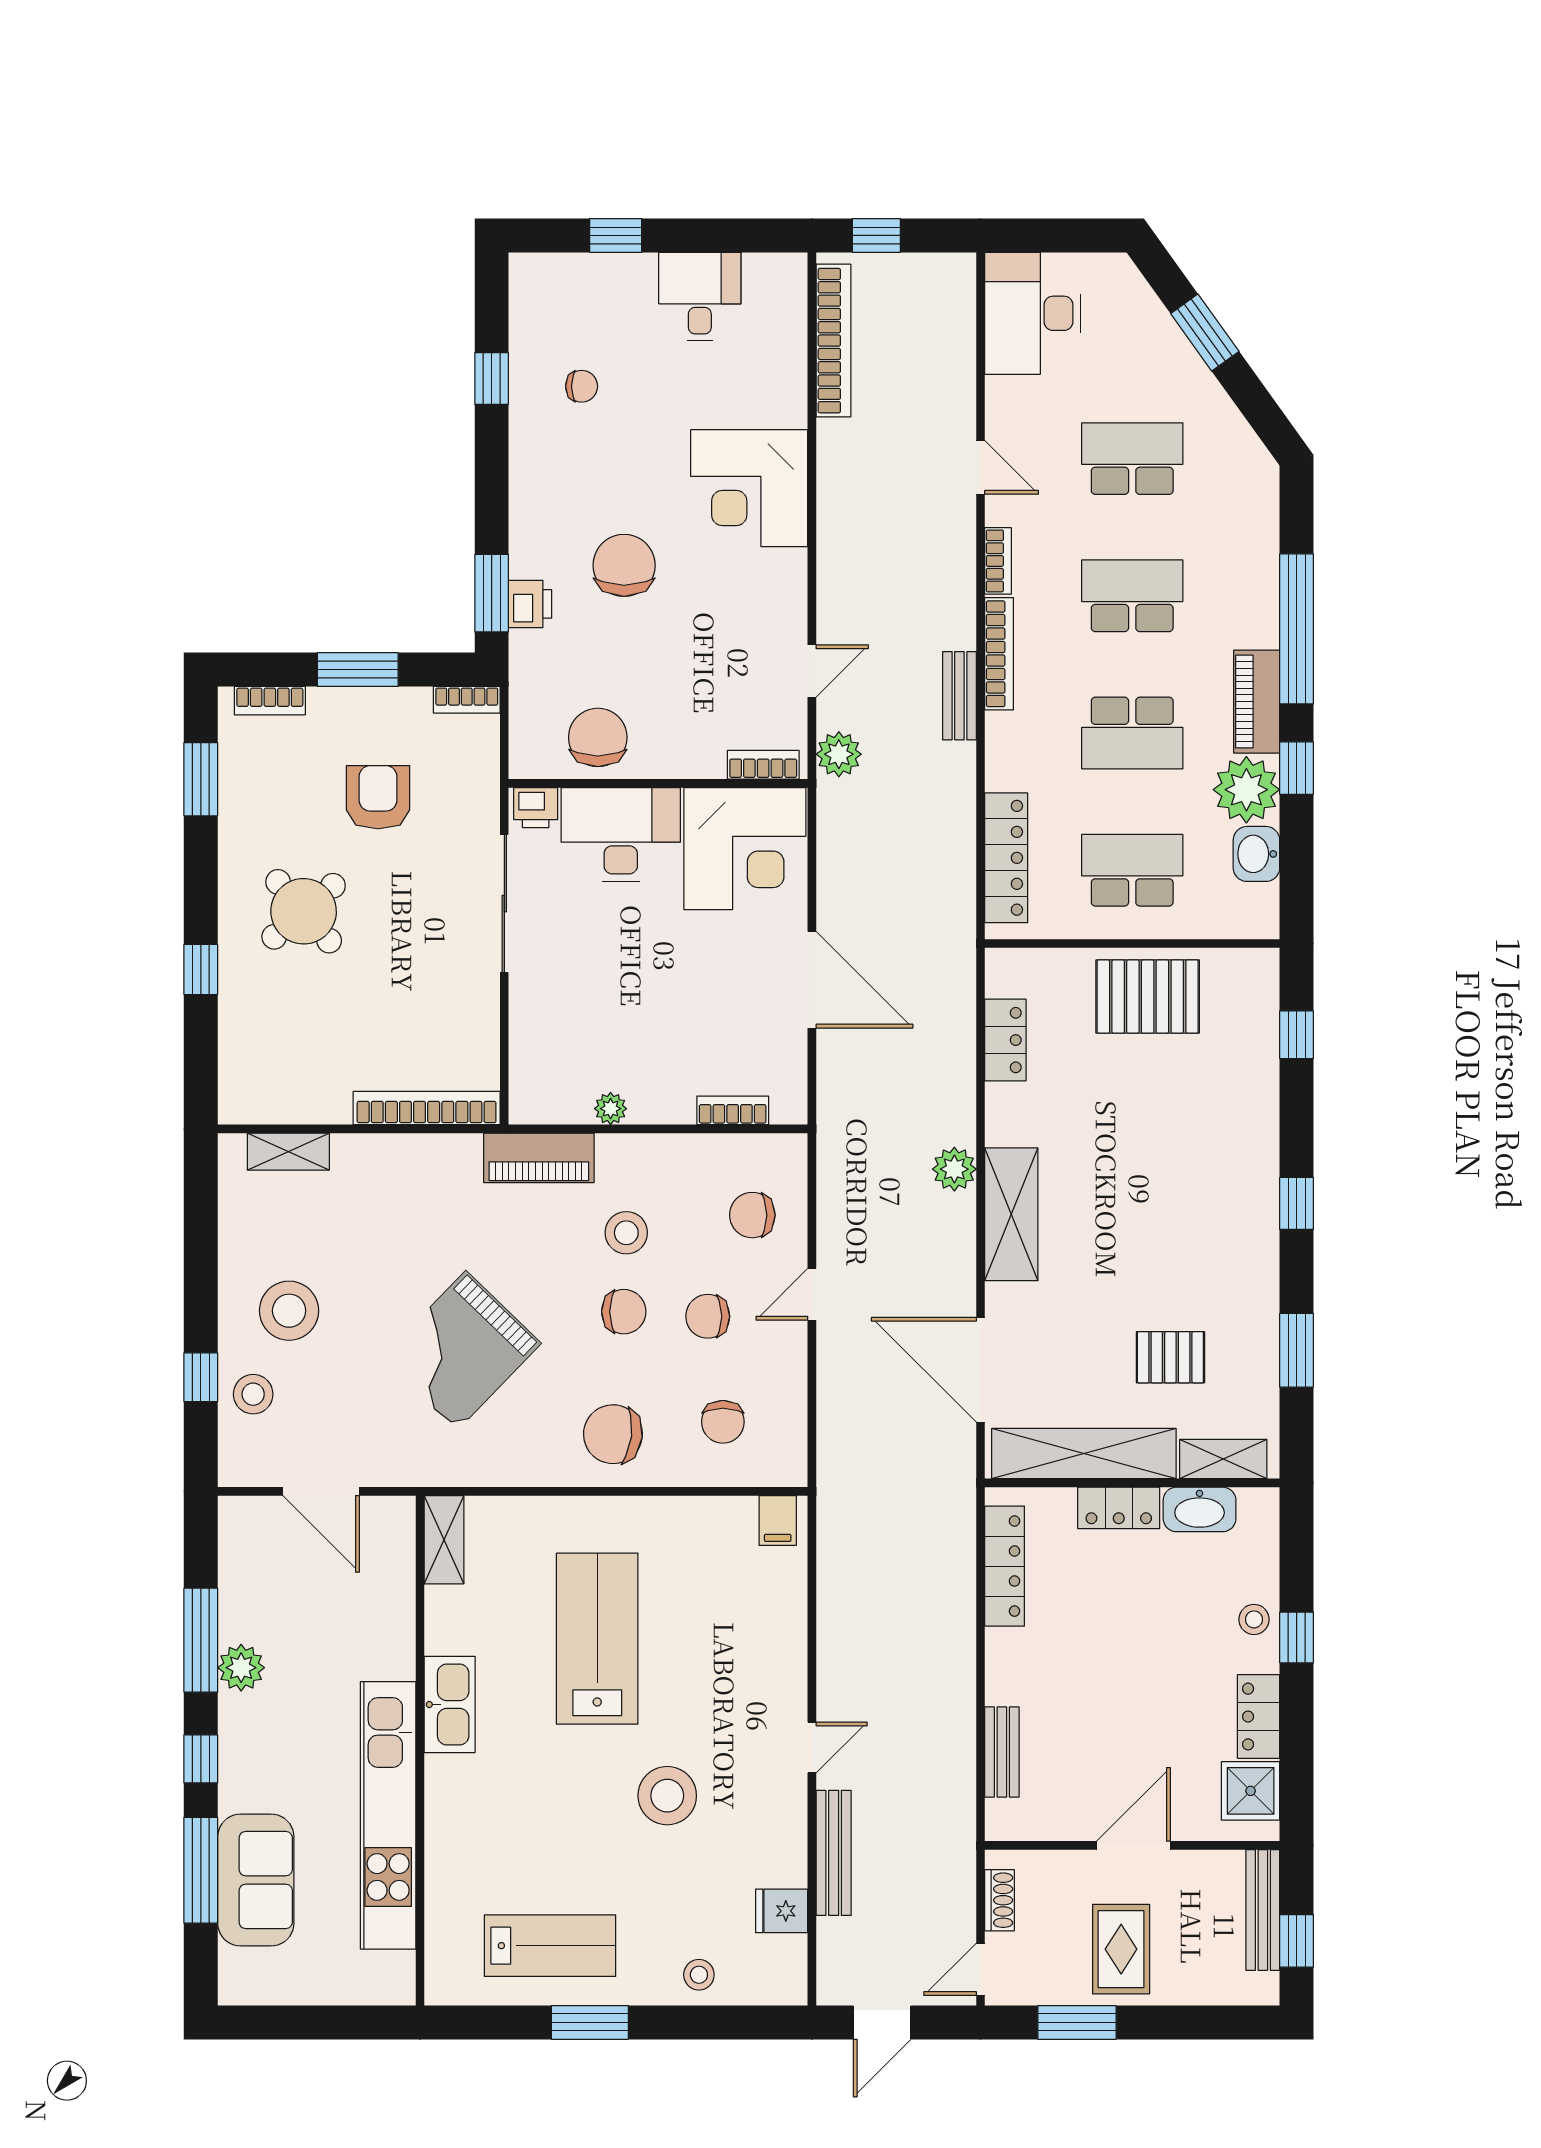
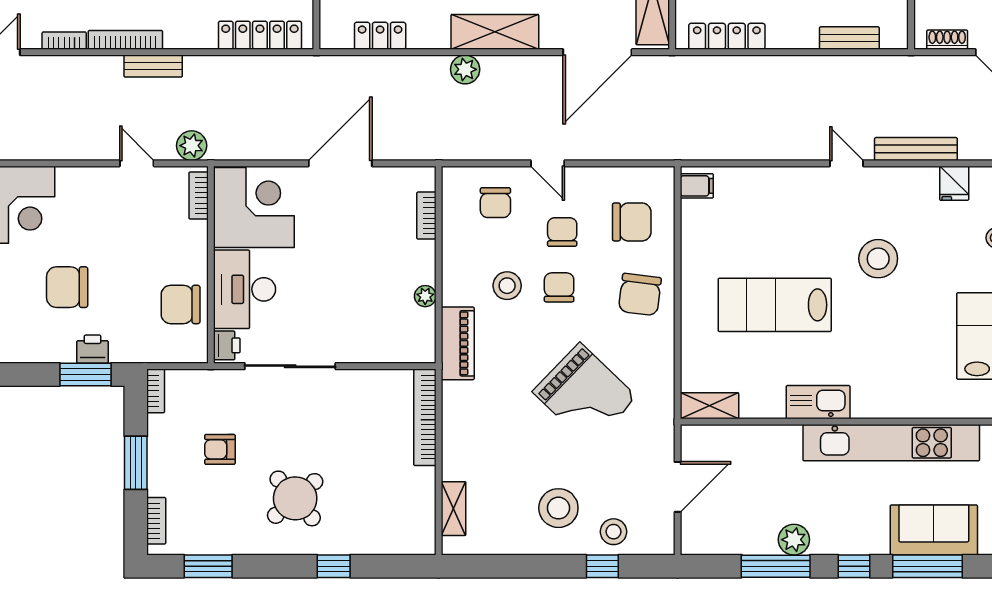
armchair: (378, 797) -> (220, 449), width x0.72, depth x0.72
chair: (708, 1316) -> (562, 232), turned 180
chair: (723, 1422) -> (632, 222), width x1.37, depth x1.37

